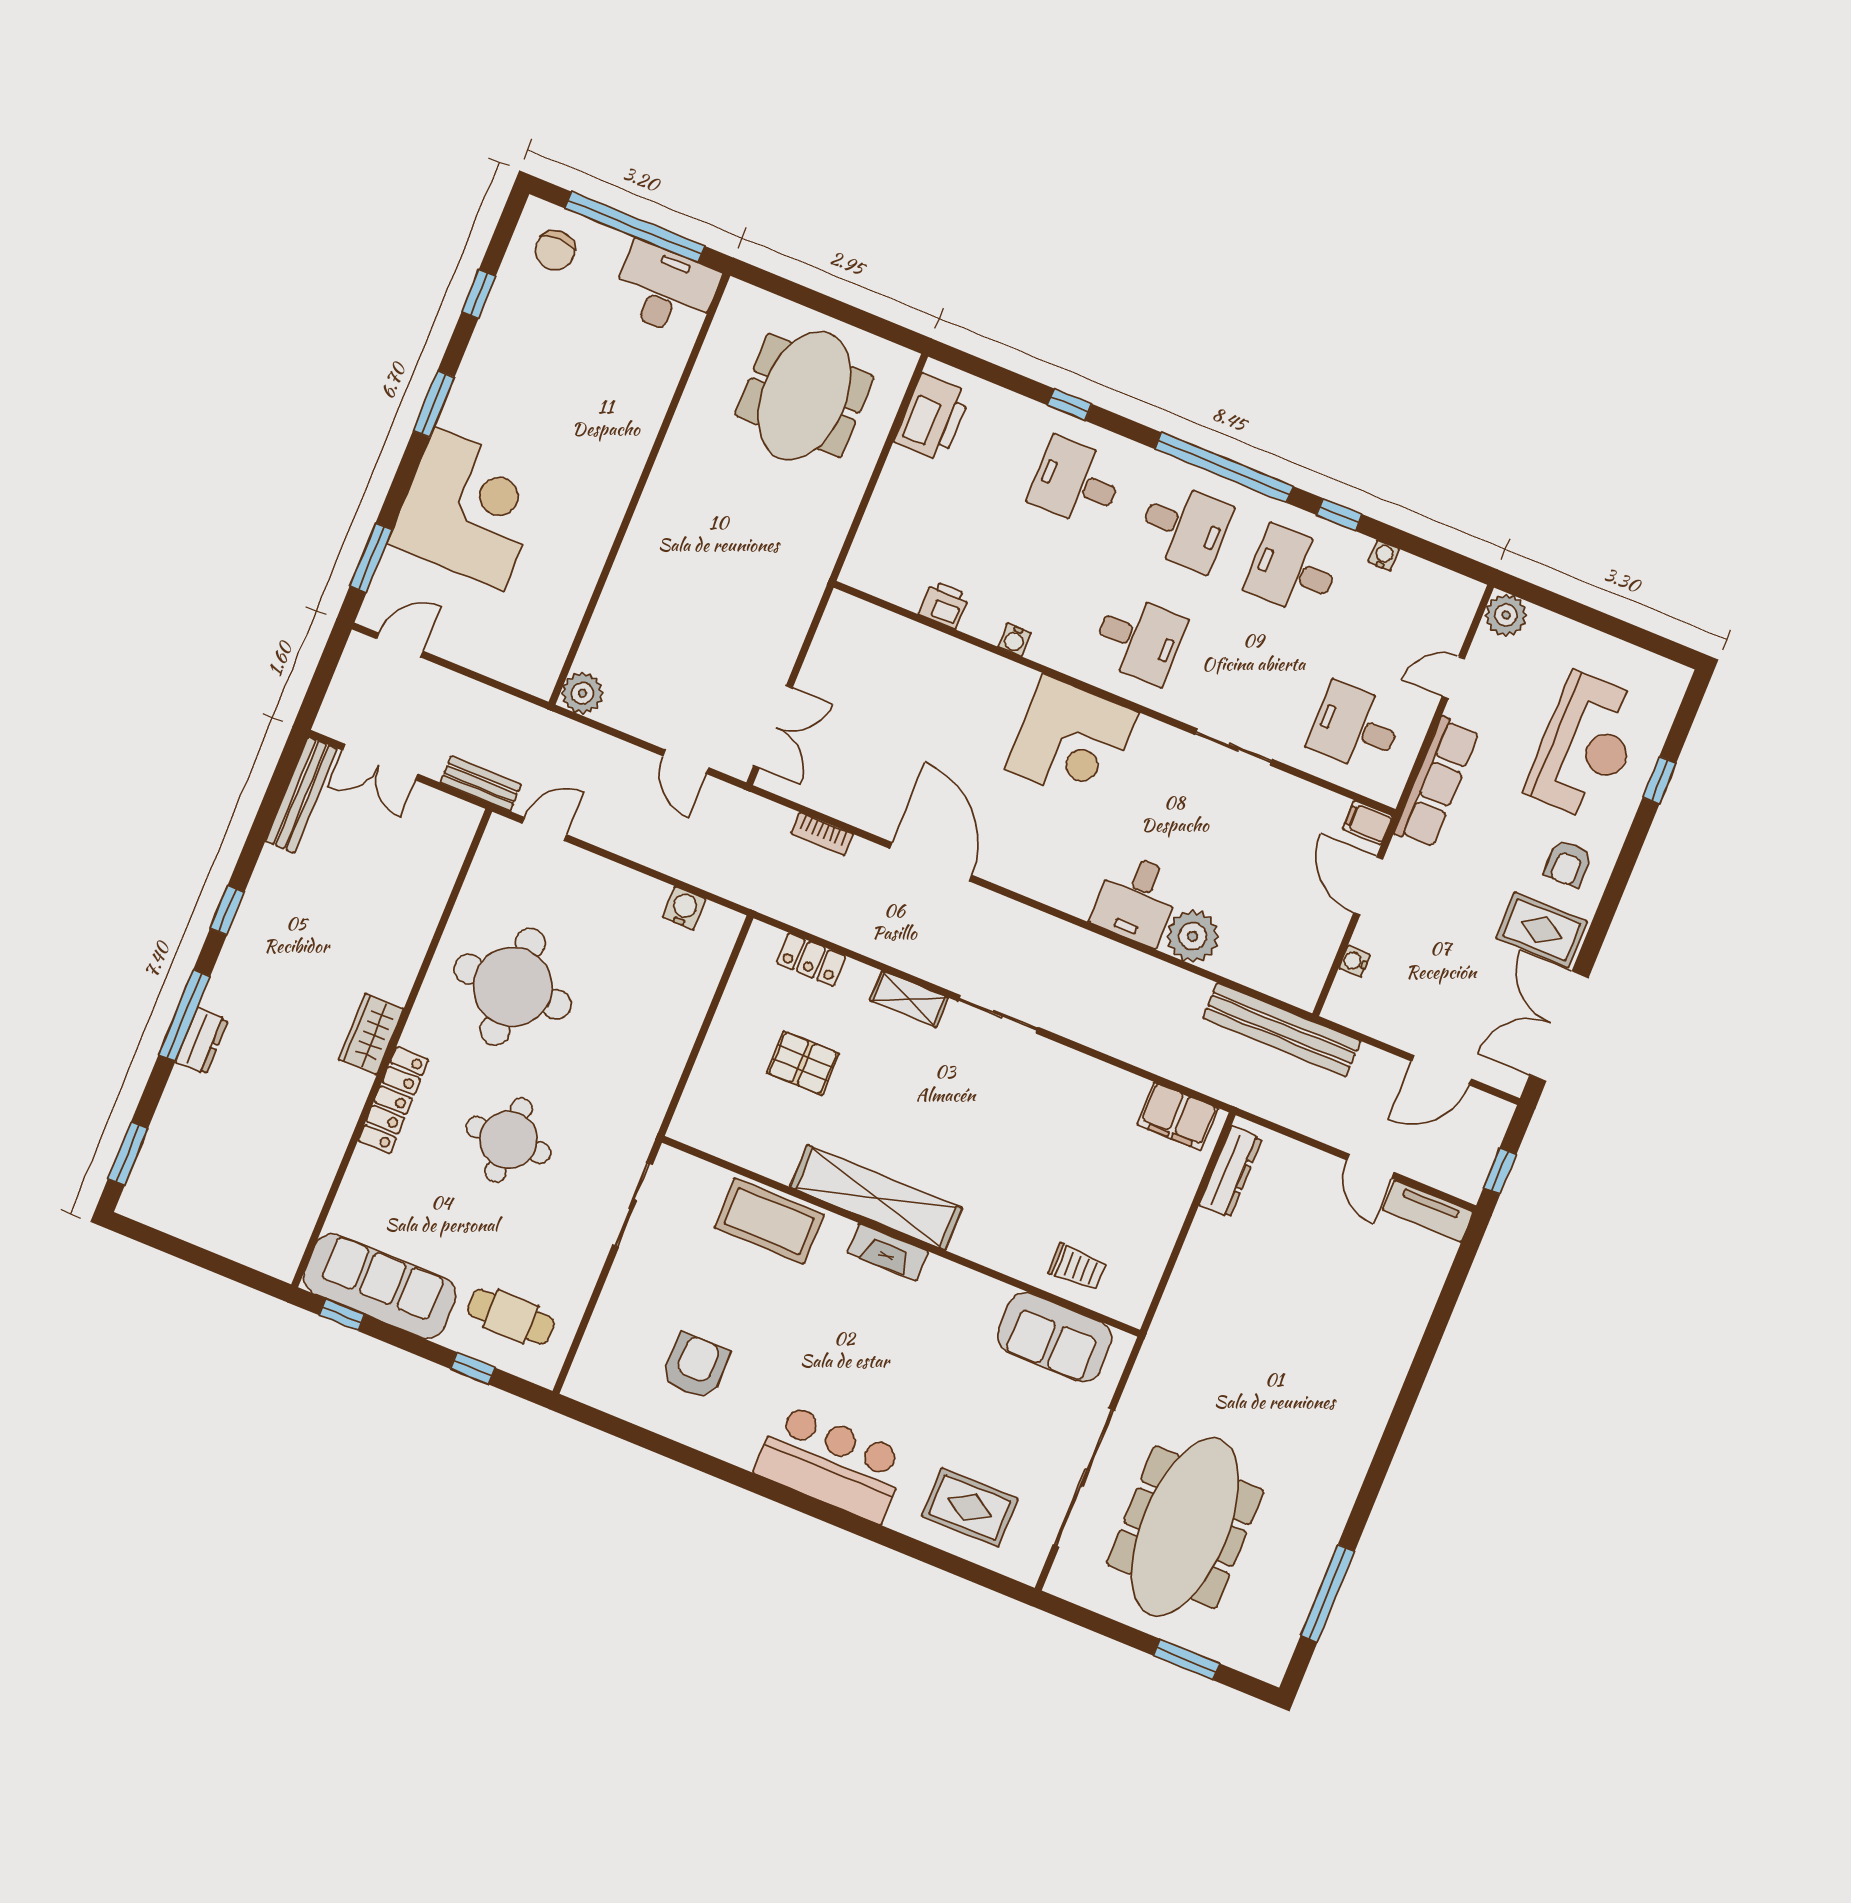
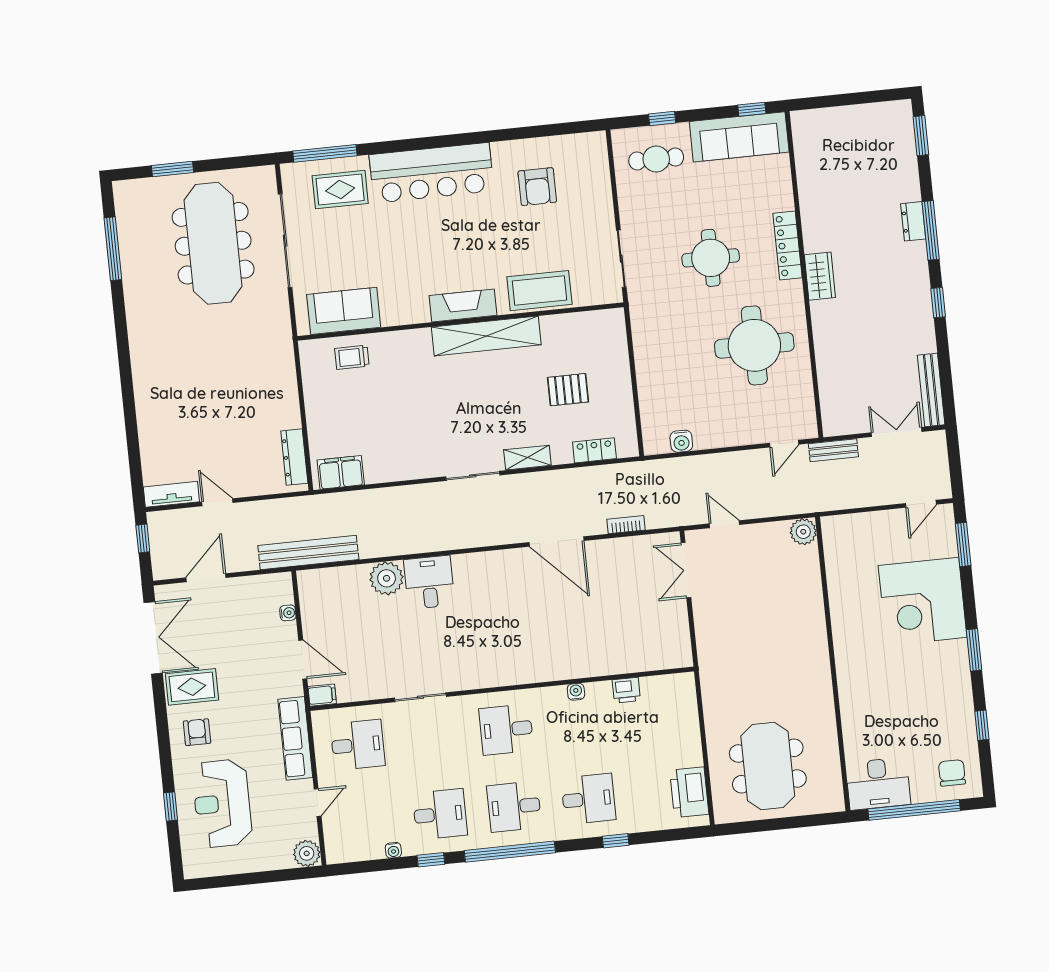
corner desk: (1072, 741) -> (513, 652), removed
fireplace: (888, 1252) -> (463, 305), width x1.37, depth x1.32
bar counter: (831, 1463) -> (431, 173), width x1.36
window: (964, 1569) -> (325, 153), added

